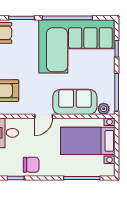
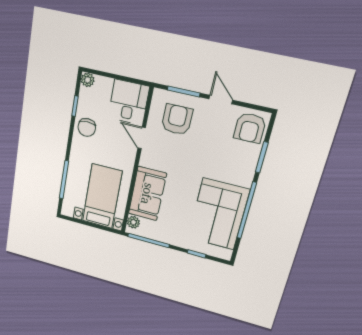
corner sofa: (77, 46) -> (218, 214), width x0.73, depth x0.74
door: (44, 116) -> (142, 138), moved

